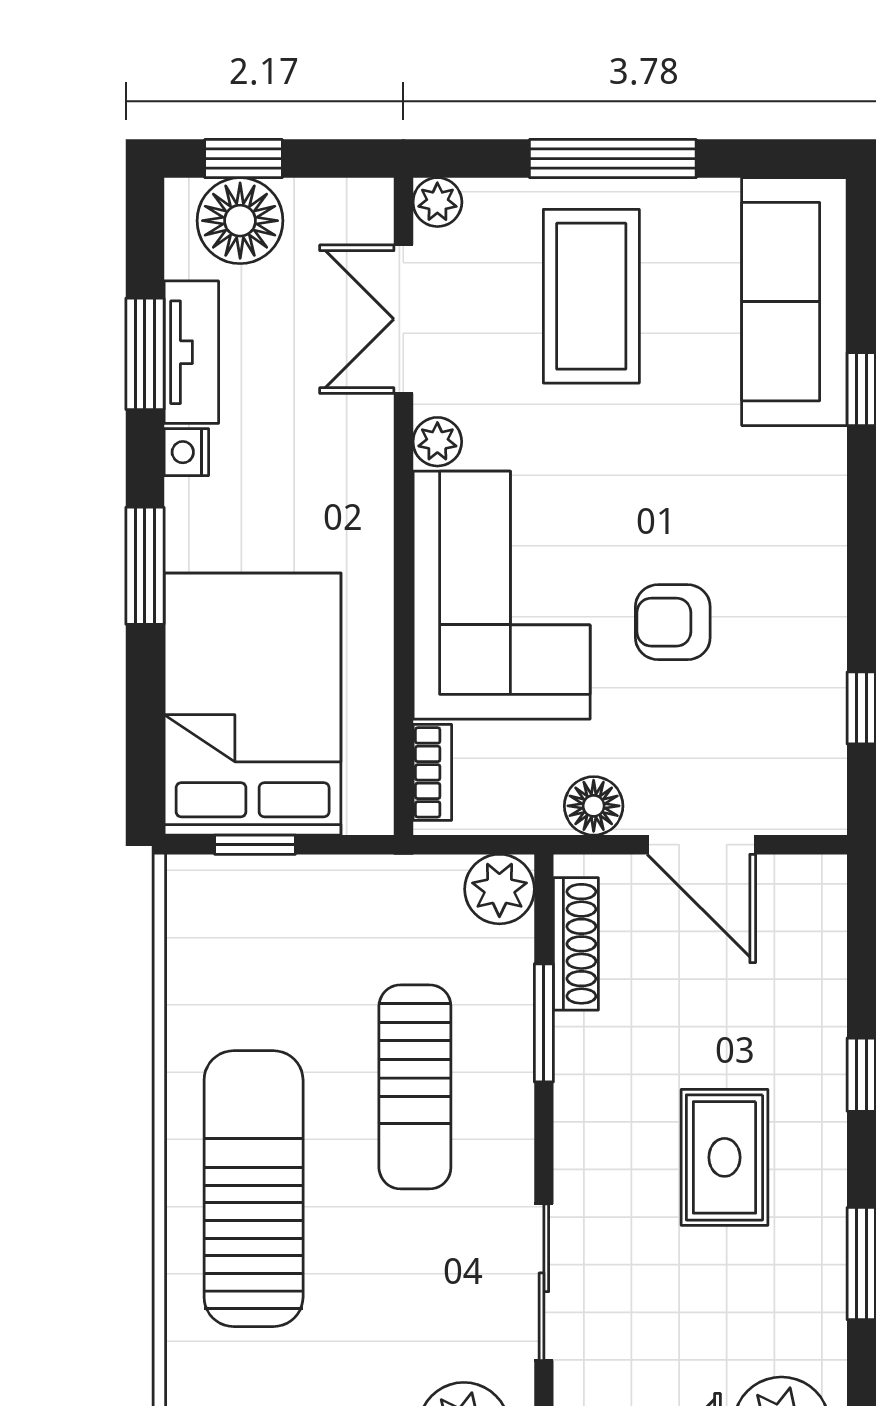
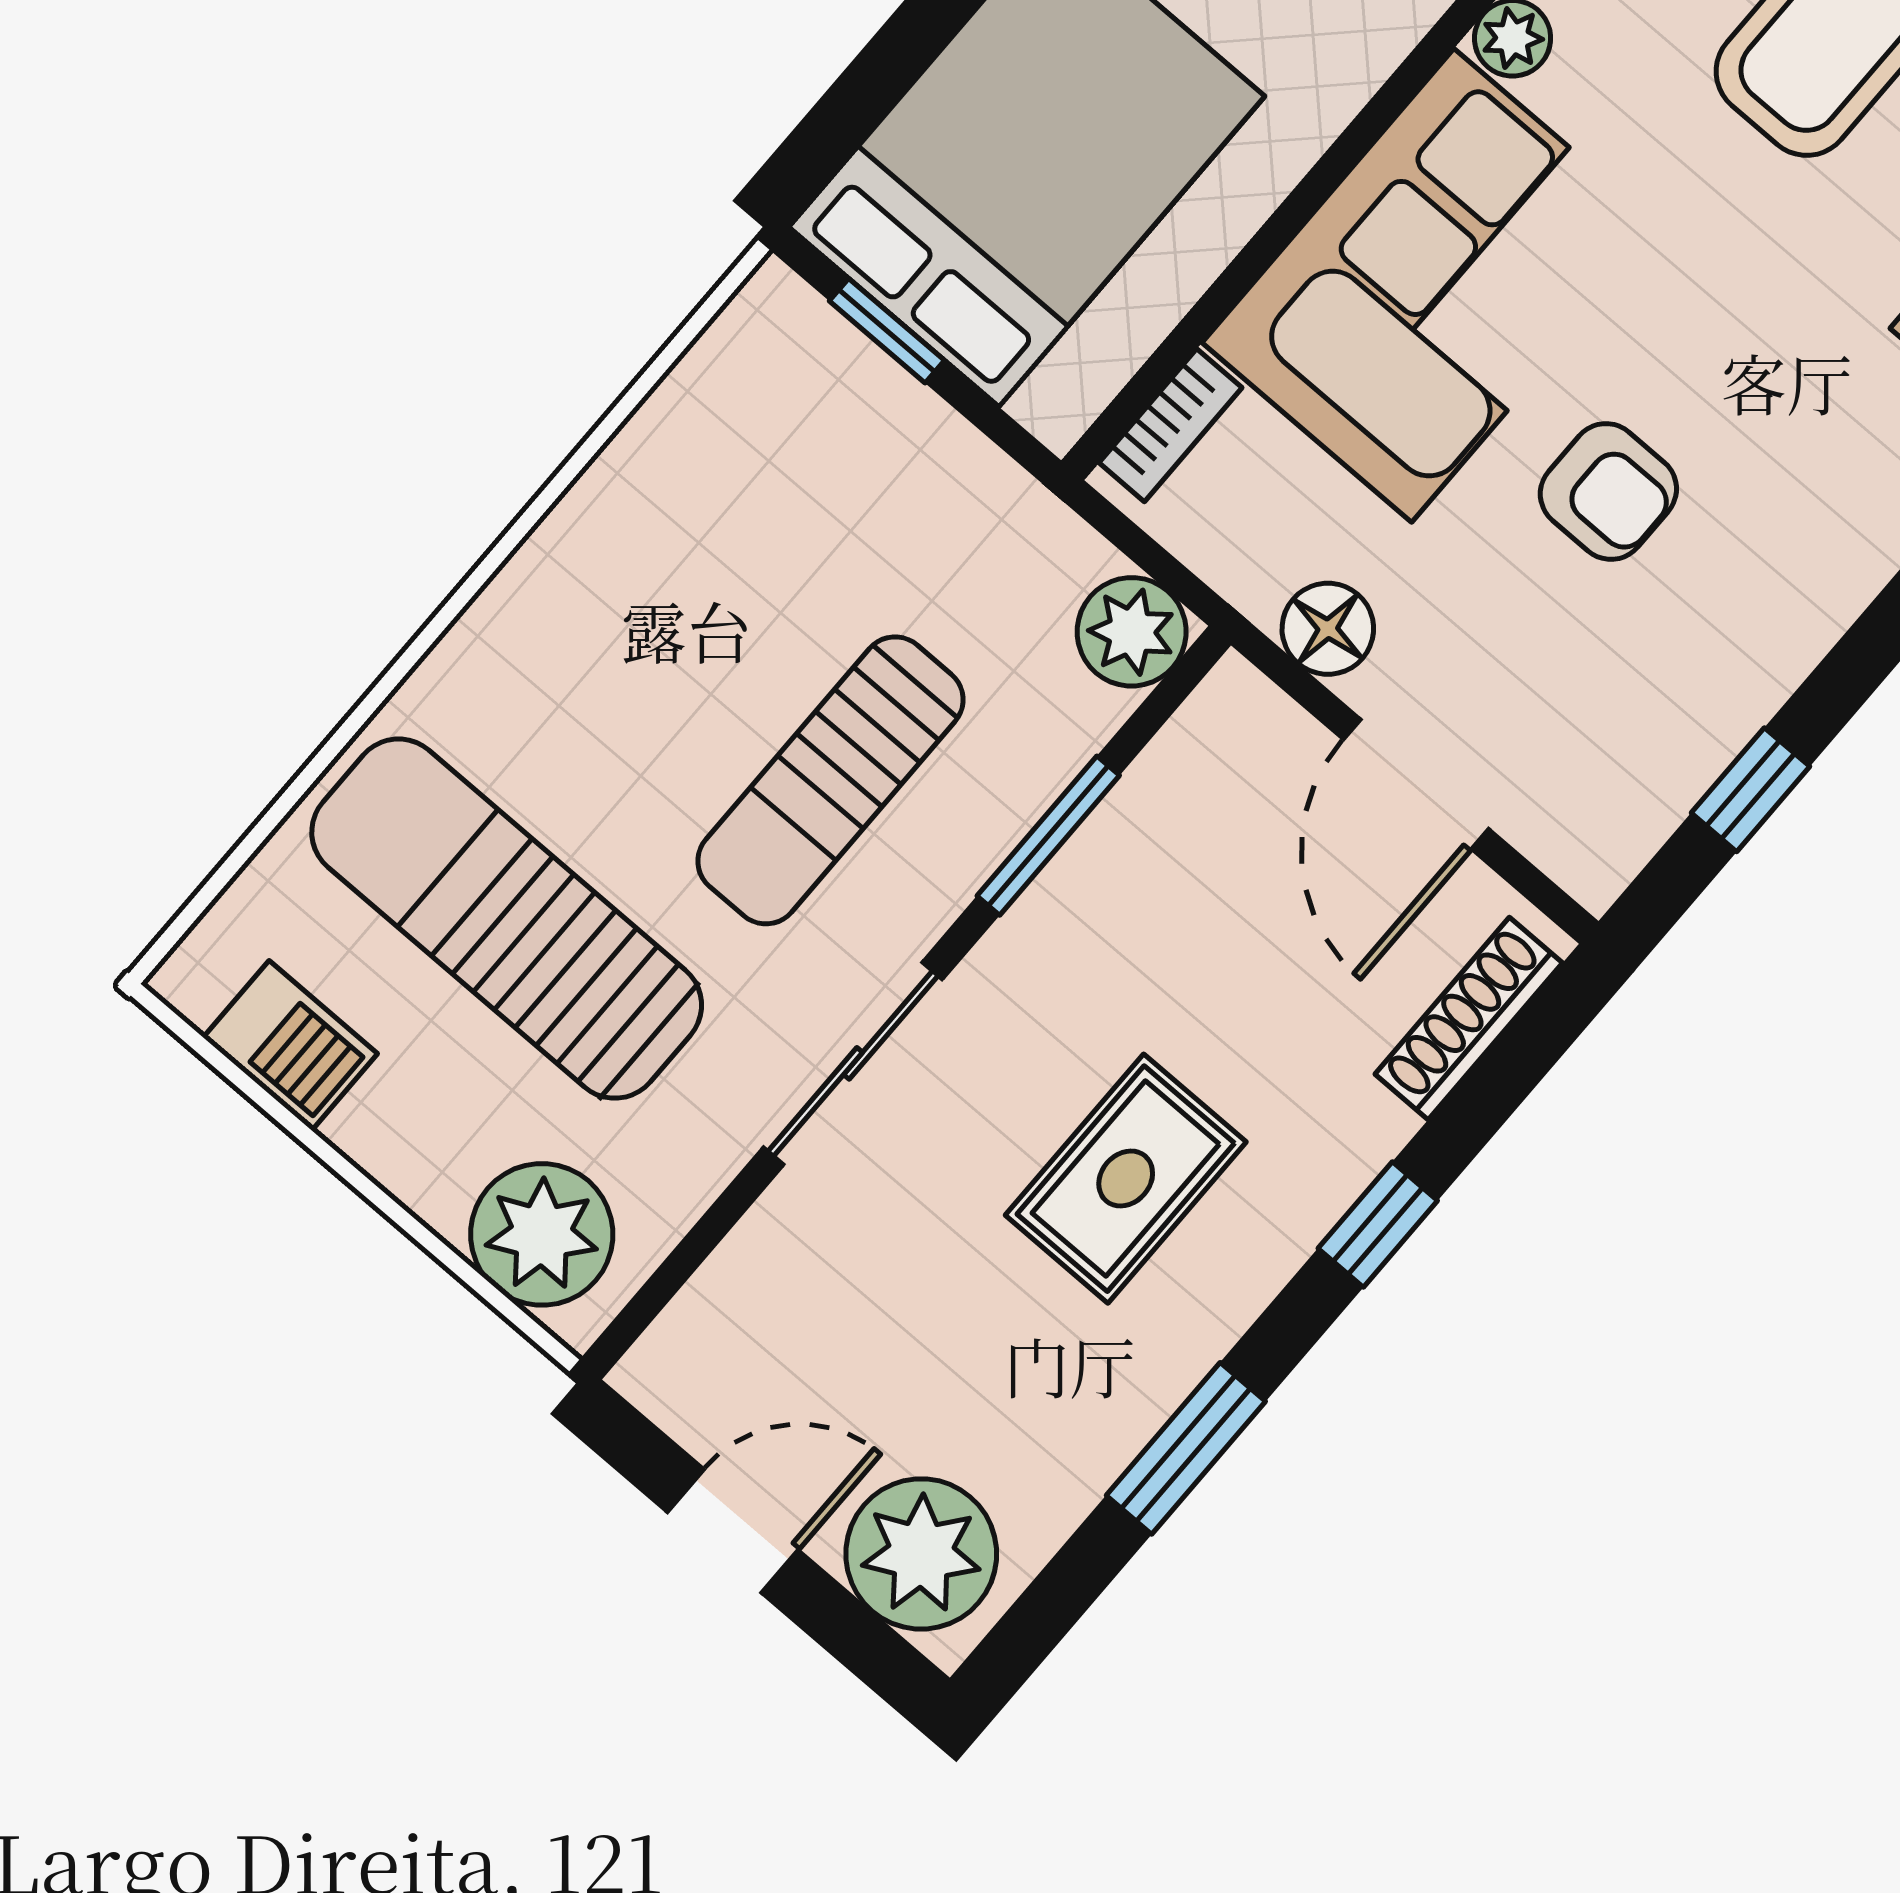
armchair: (673, 622) -> (1608, 491), turned 180
shoe rack: (576, 944) -> (1469, 1019), moved, turned 180
sun lounger: (254, 1189) -> (507, 919), moved, turned -90
sliding door: (544, 1282) -> (853, 1063), moved

